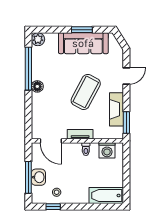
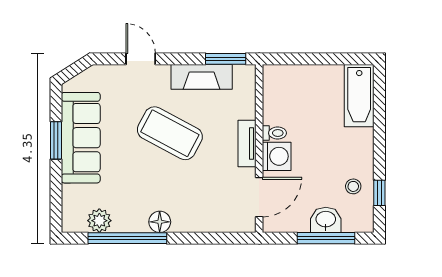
plant: (38, 39) -> (99, 221), moved
washing machine: (107, 150) -> (277, 156), moved

